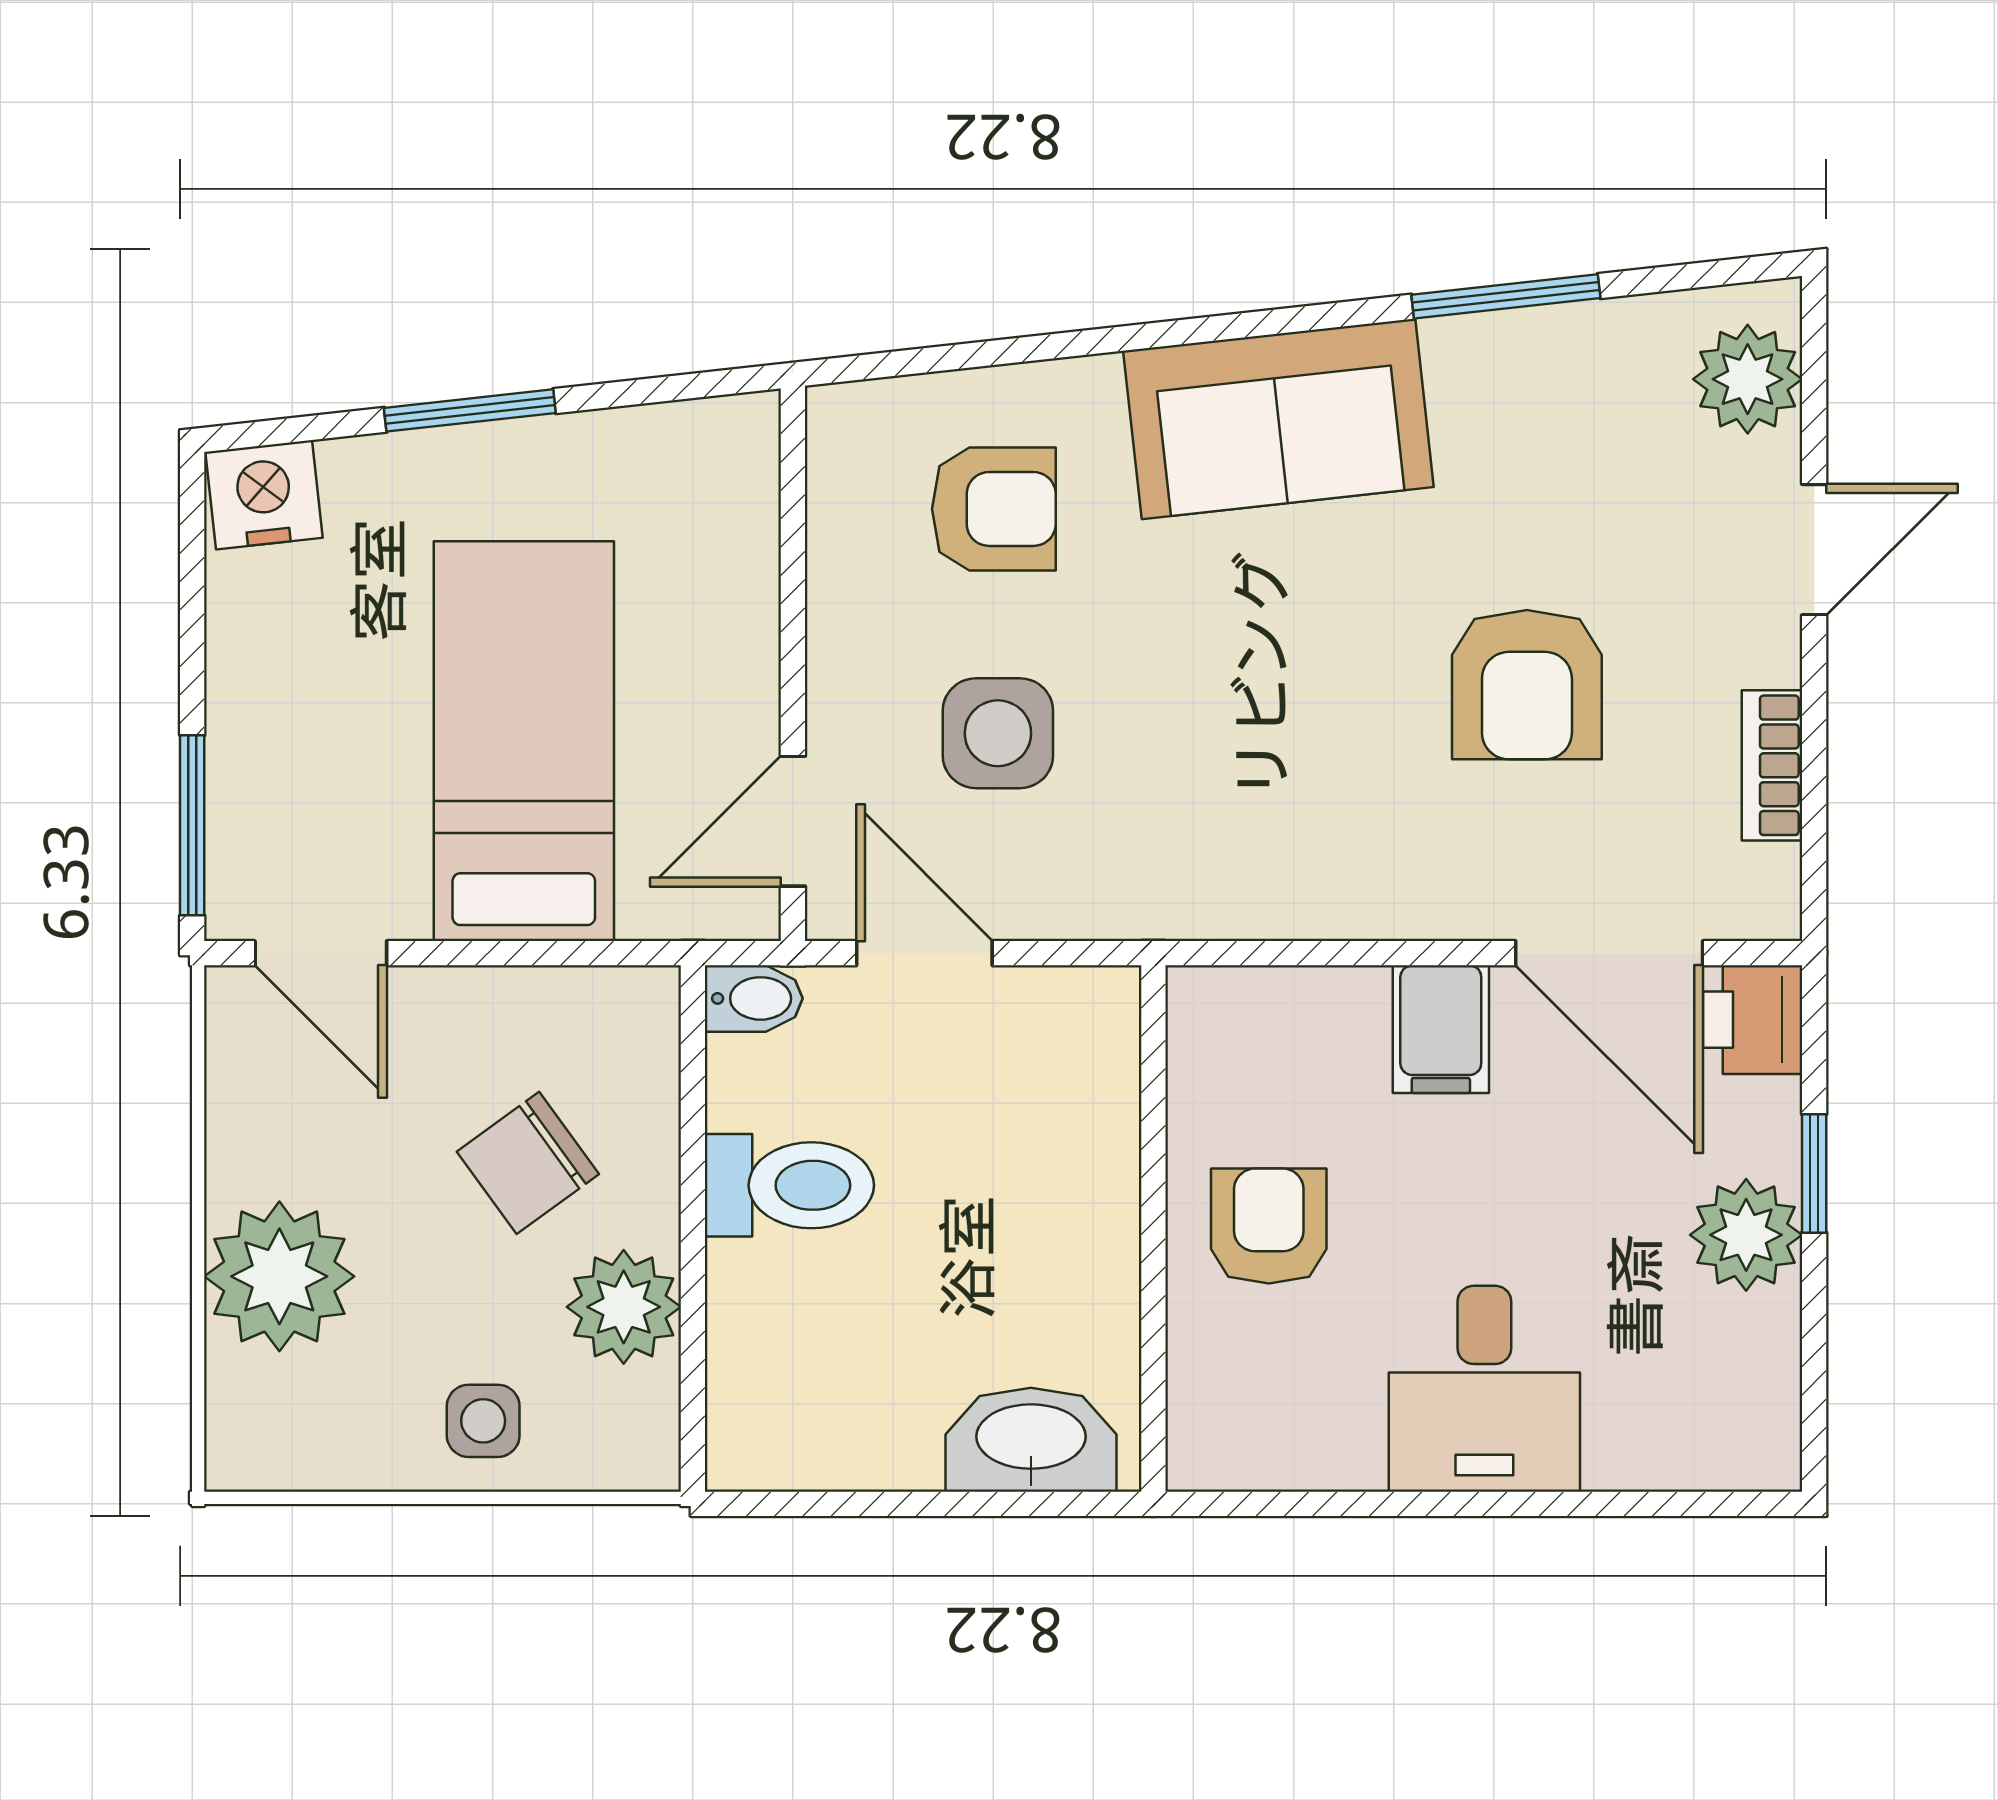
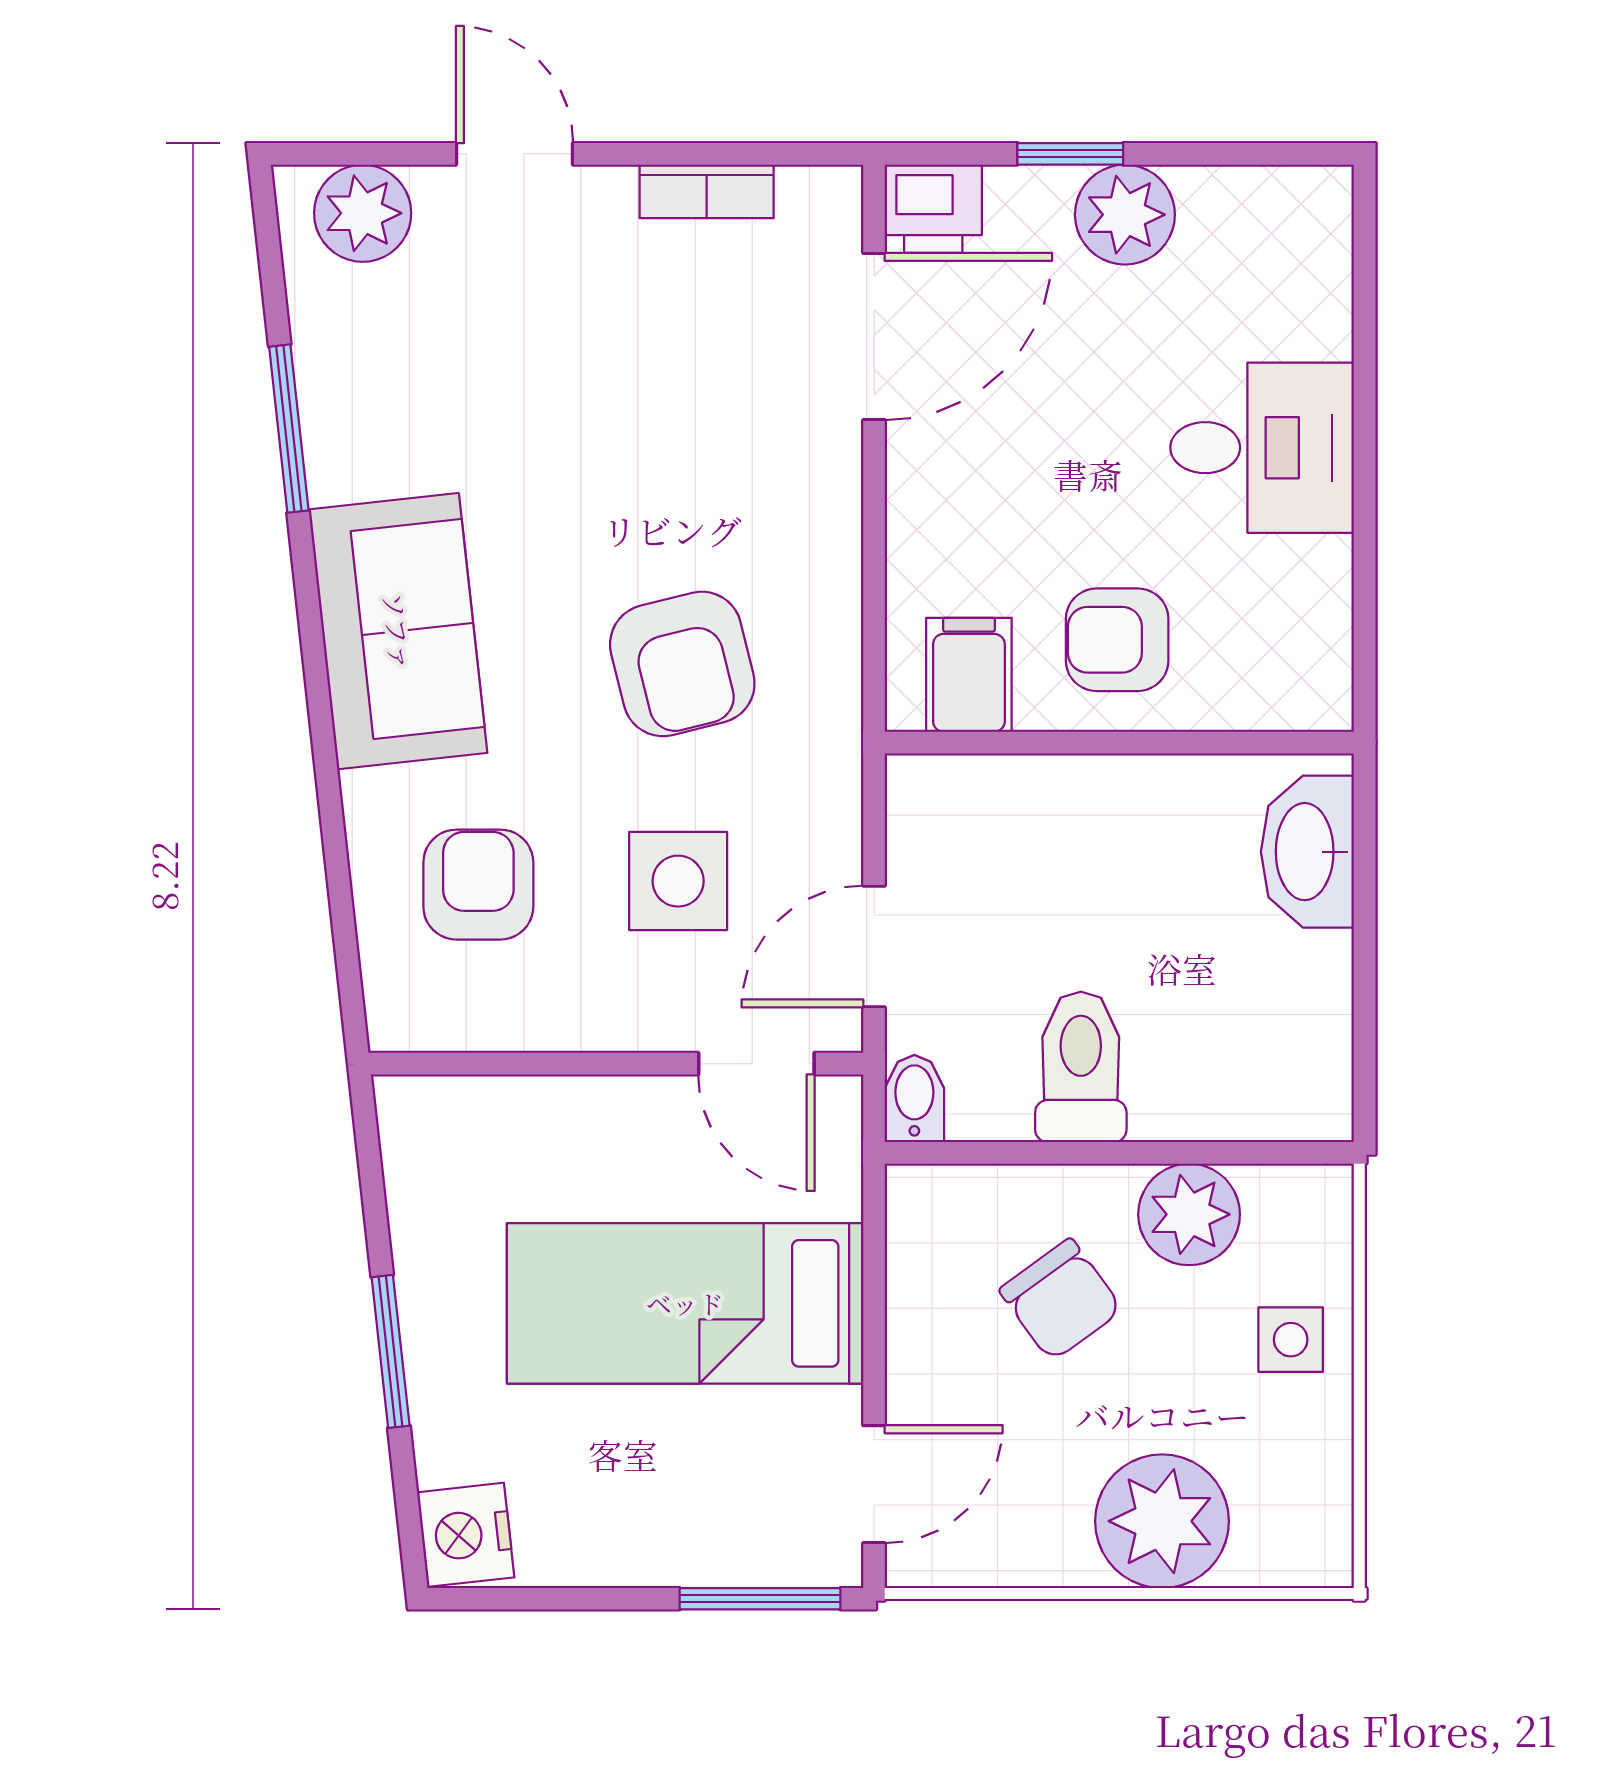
armchair: (1527, 685) -> (682, 664), moved, turned 76
filing cabinet: (1441, 1029) -> (969, 675), moved, turned -90

